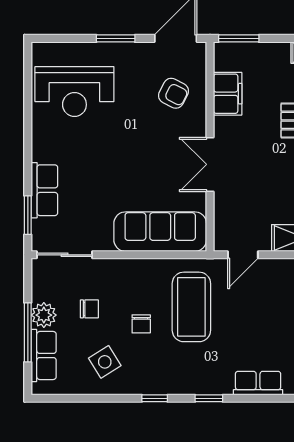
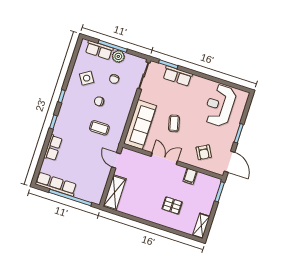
armchair: (173, 93) -> (204, 152), turned -56
filing cabinet: (228, 94) -> (190, 176), width x0.50
coffee table: (137, 168) -> (174, 123), added
coffee table: (191, 307) -> (99, 128), width x0.54, depth x0.58

